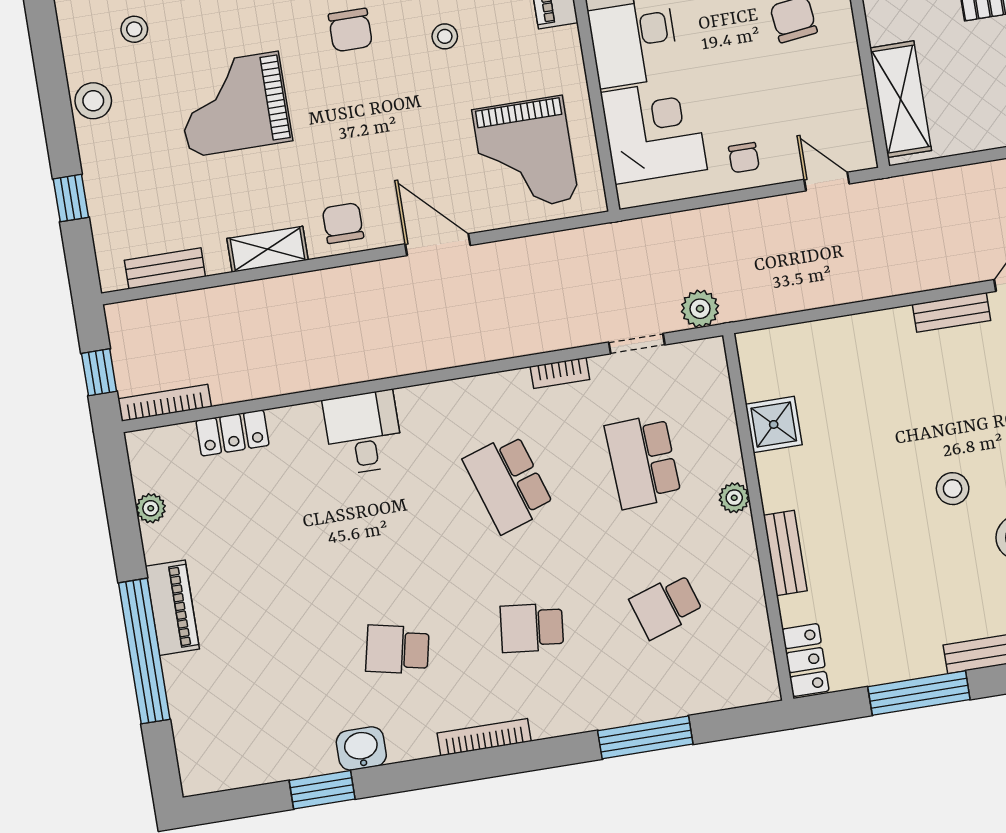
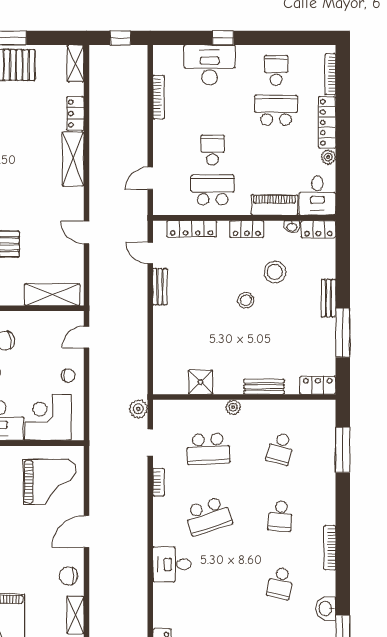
desk: (363, 432) -> (172, 564), moved
school desk: (666, 606) -> (280, 449), turned 33
window: (645, 737) -> (343, 450), moved

